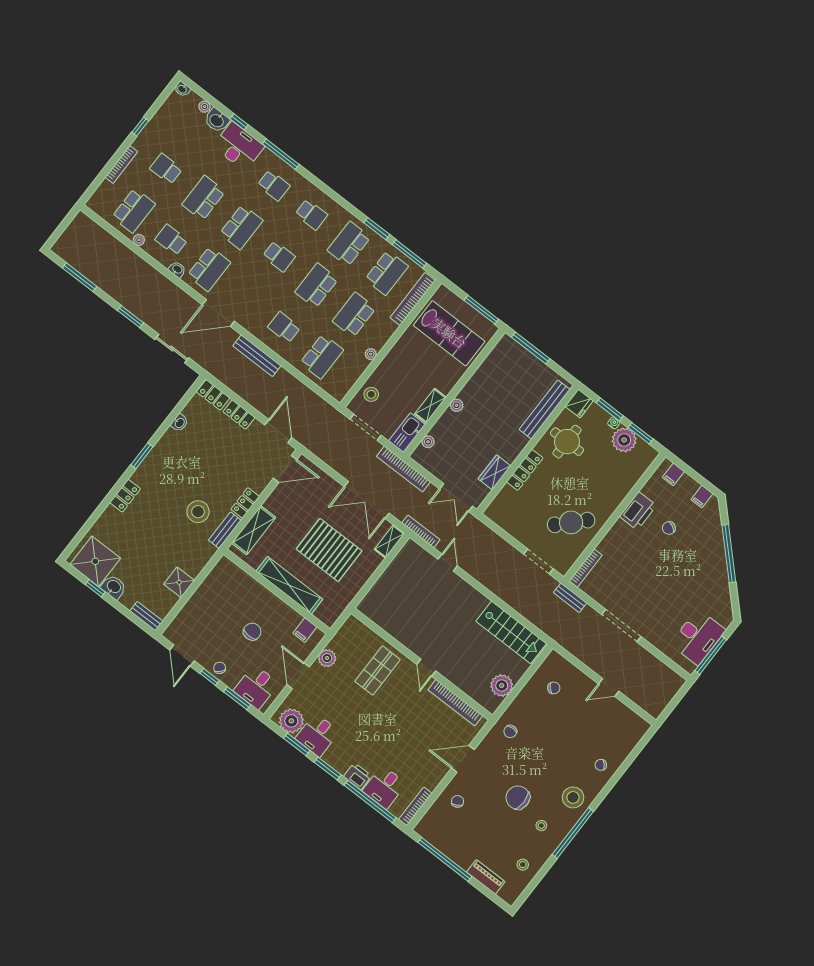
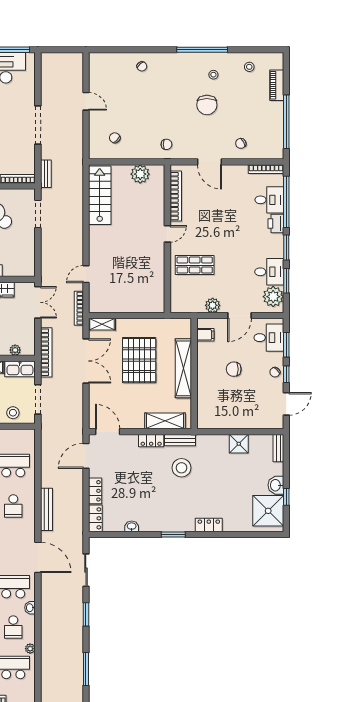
stool: (573, 797) -> (178, 68), removed

